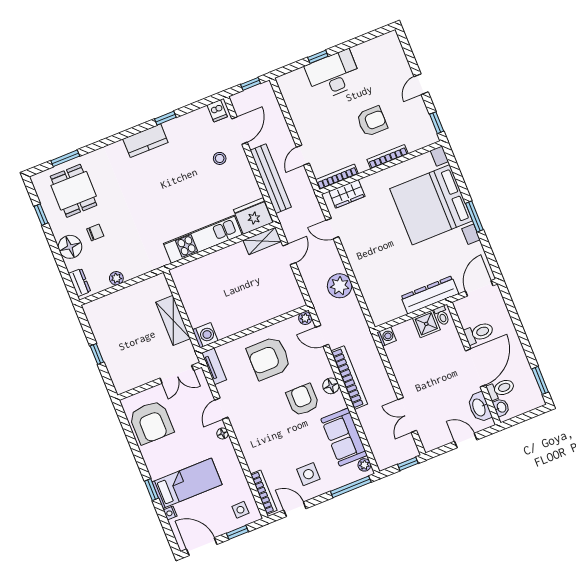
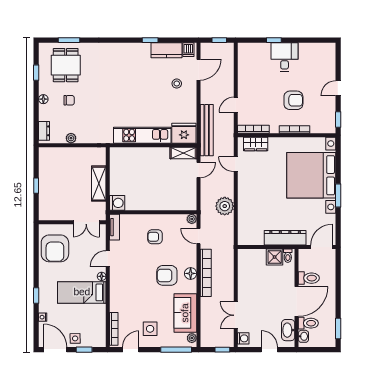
desk: (333, 75) -> (285, 57), width x0.73
kitchen counter: (145, 141) -> (167, 50), moved
bench: (271, 179) -> (207, 130), moved
floor lamp: (70, 247) -> (43, 99), width x0.53, depth x0.53
washing machine: (386, 336) -> (243, 338), moved
armchair: (269, 358) -> (155, 237), width x0.53, depth x0.53
armchair: (303, 400) -> (167, 275), turned -90
bed: (187, 483) -> (82, 292), moved, turned 180
door: (295, 509) -> (131, 350), hinge flipped
side table: (240, 510) -> (75, 338), moved

